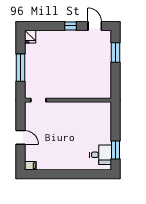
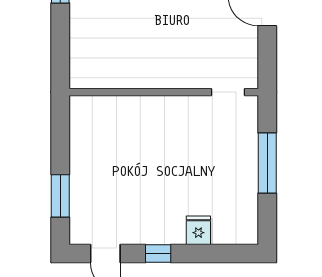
fridge: (30, 37) -> (198, 230), moved

